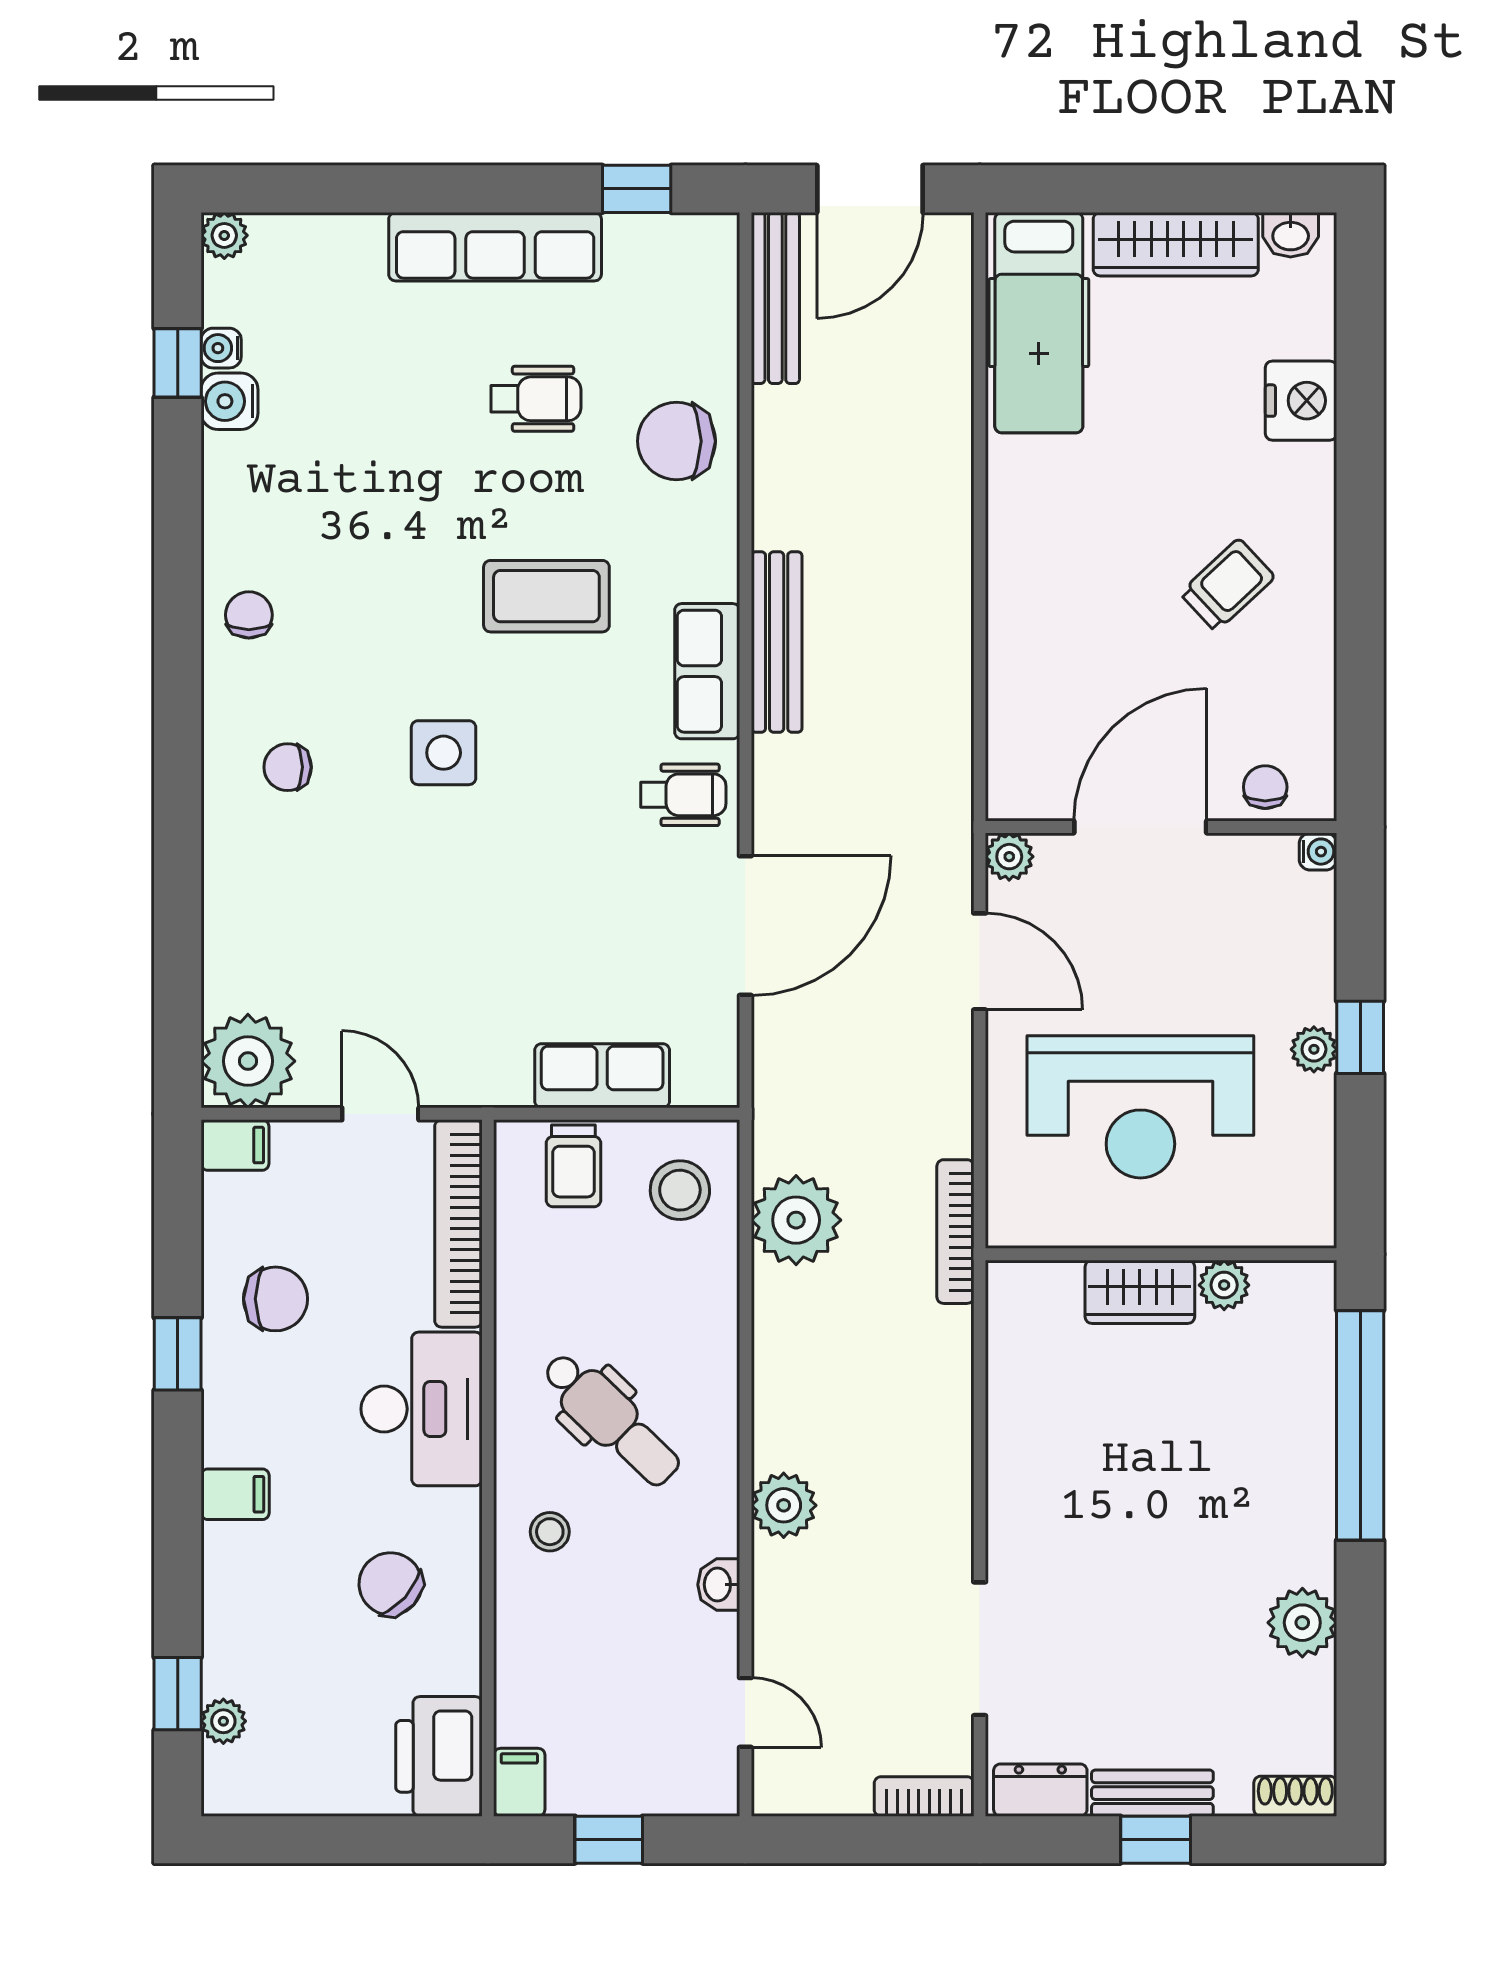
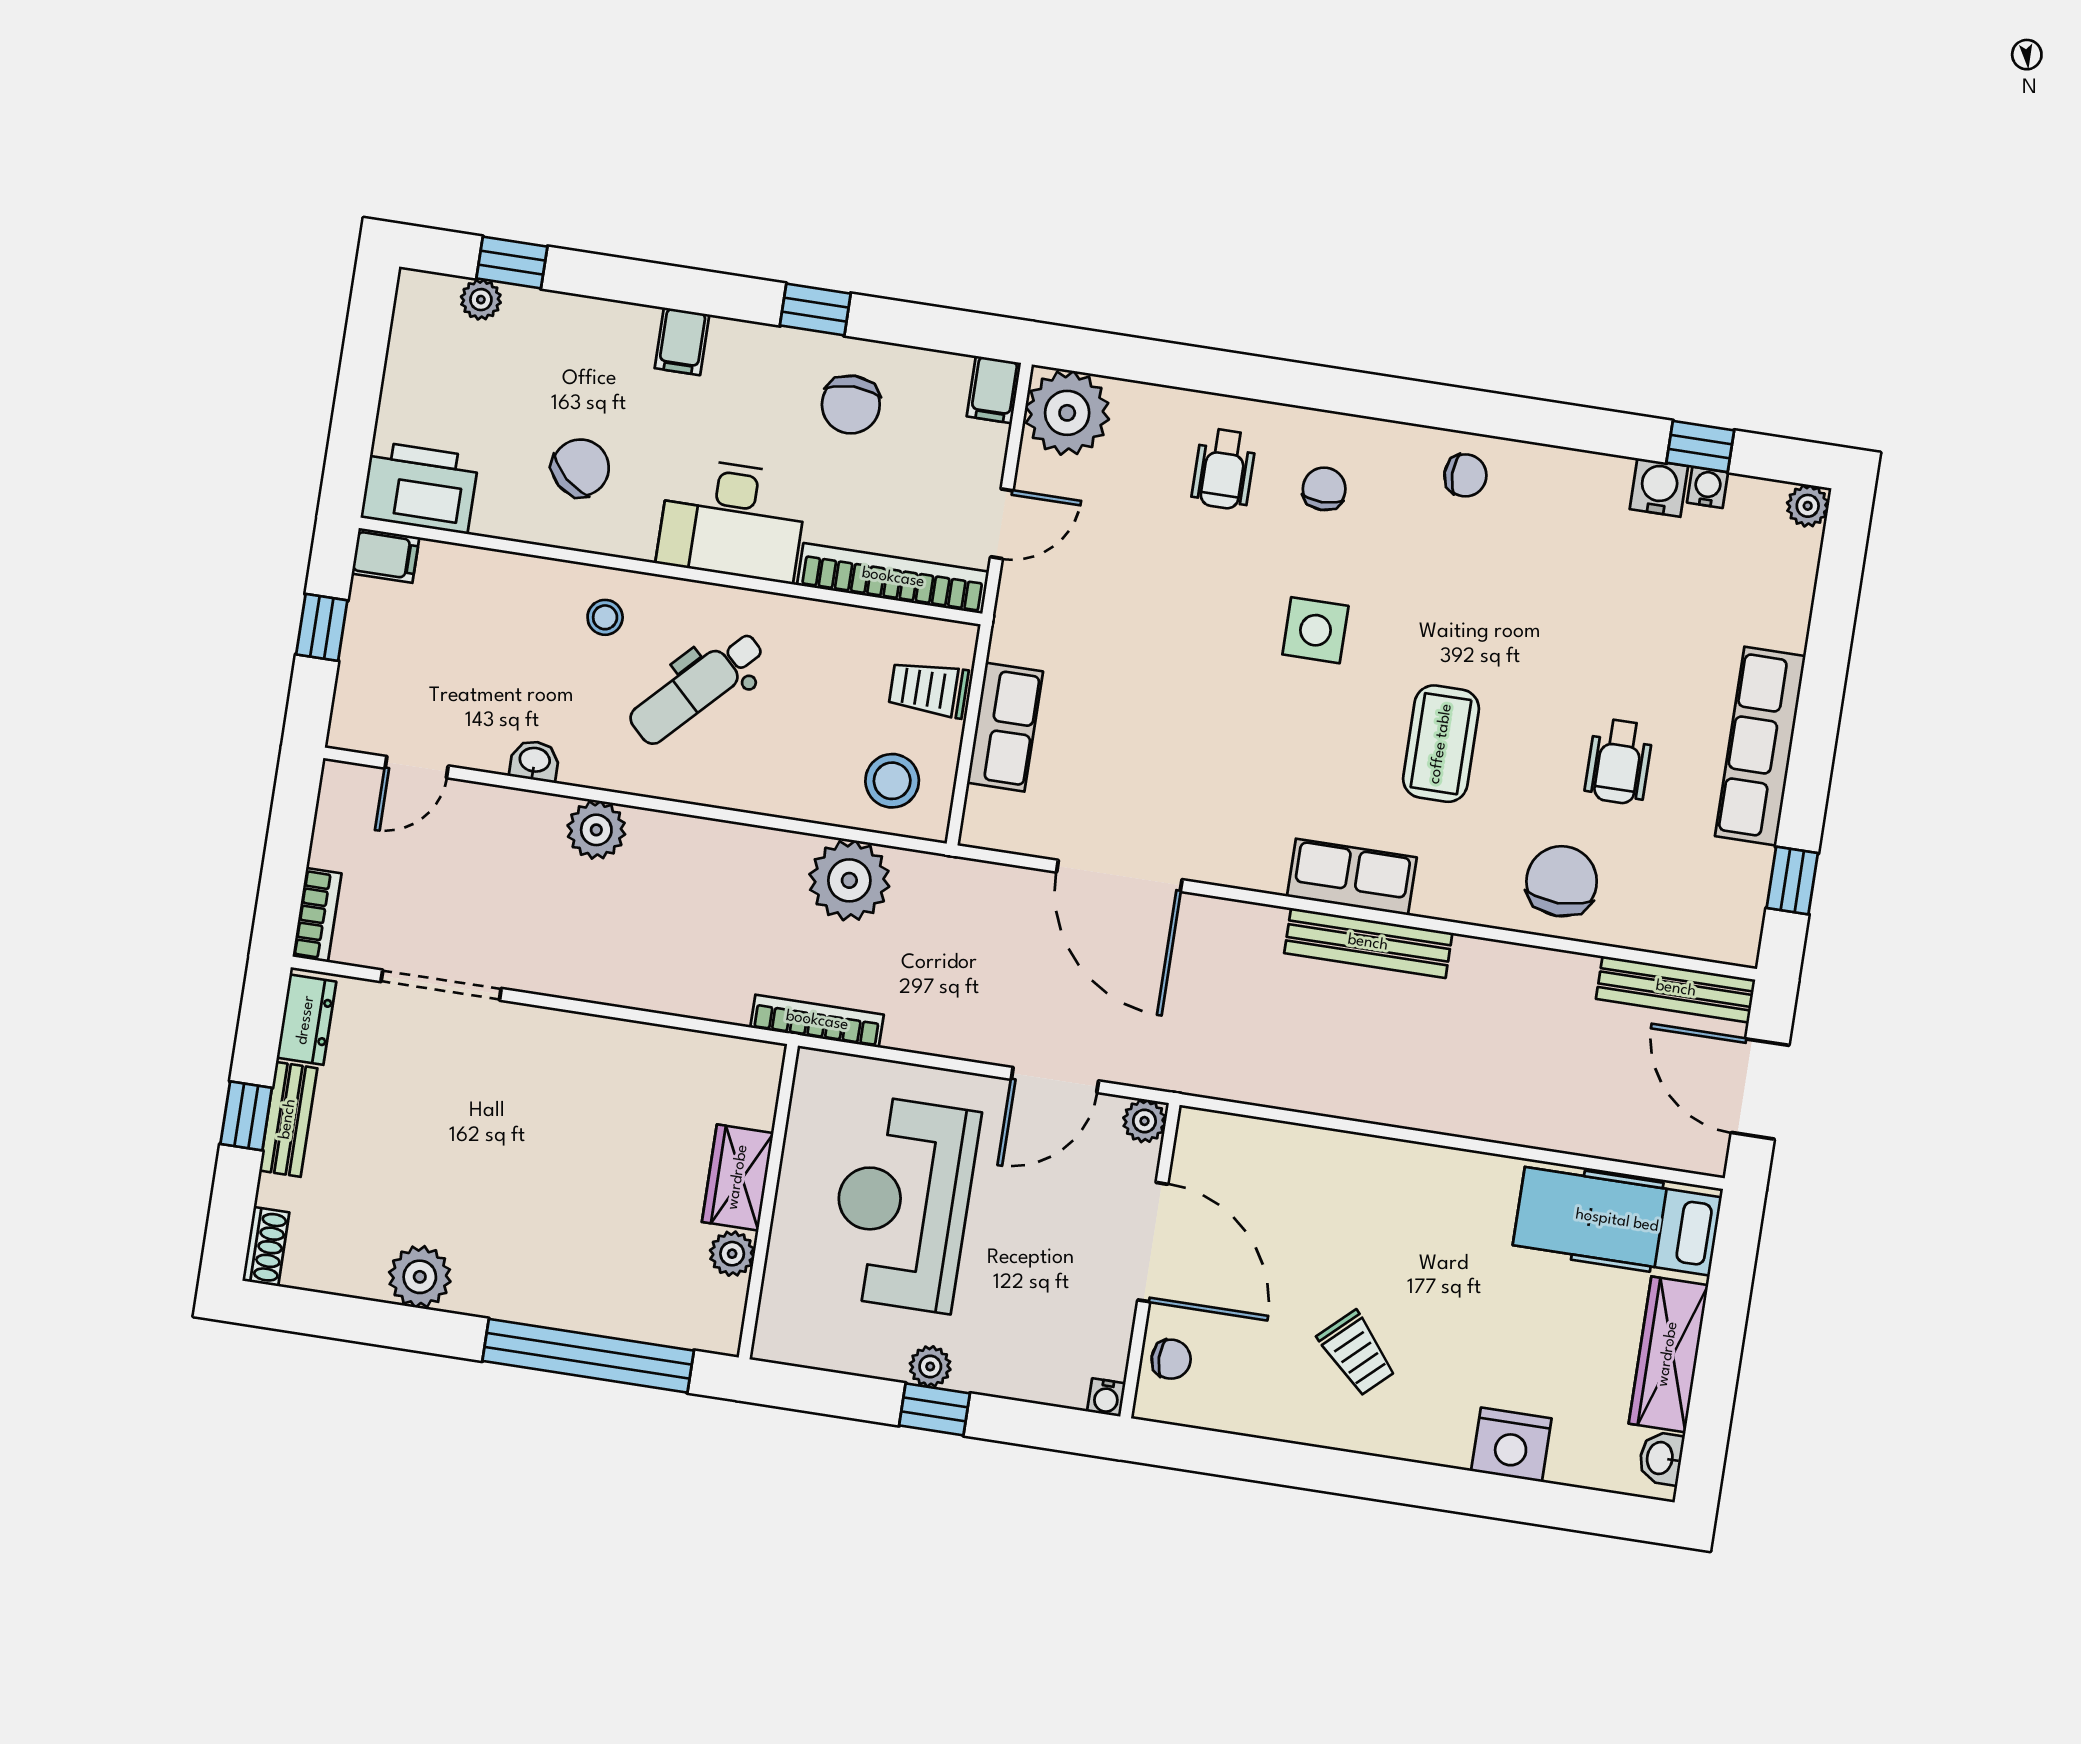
wheelchair: (683, 795) -> (1224, 469), moved

